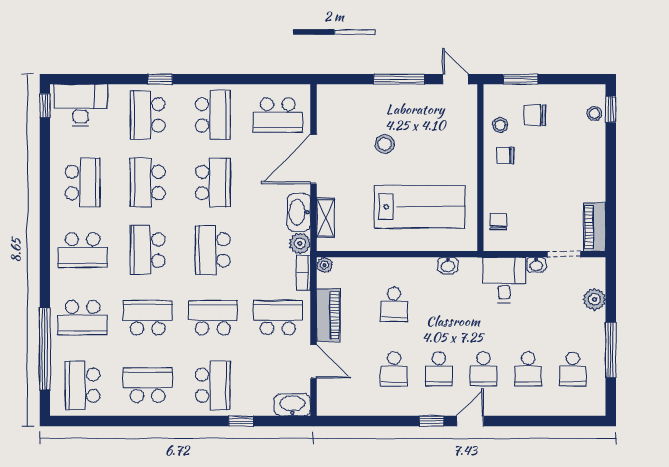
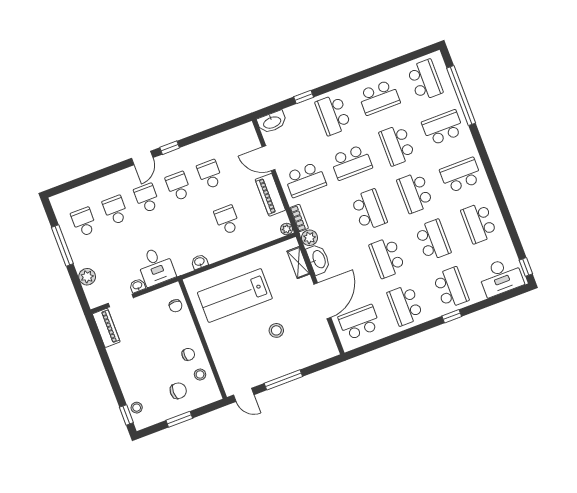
window: (520, 79) -> (179, 419), moved
school desk: (148, 250) -> (415, 193), turned 180
school desk: (148, 318) -> (397, 145), turned 90

